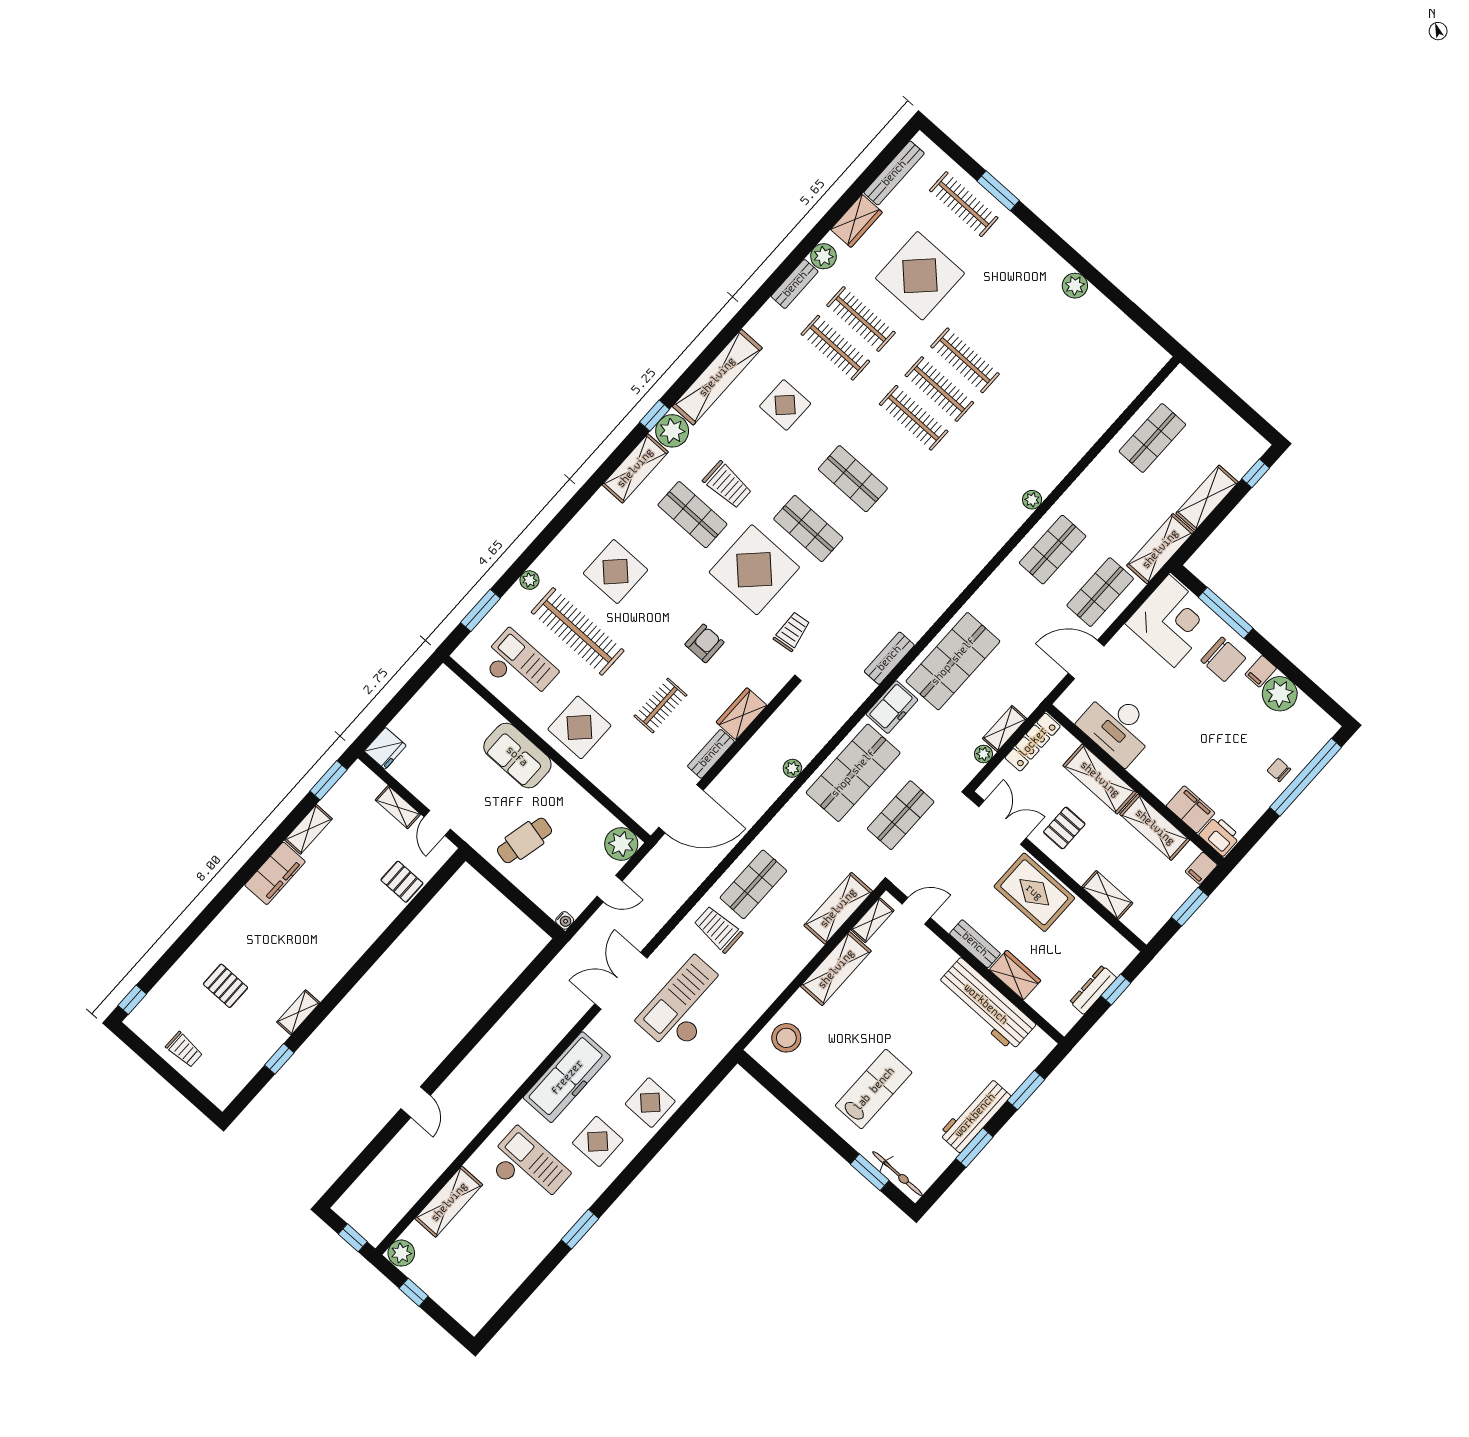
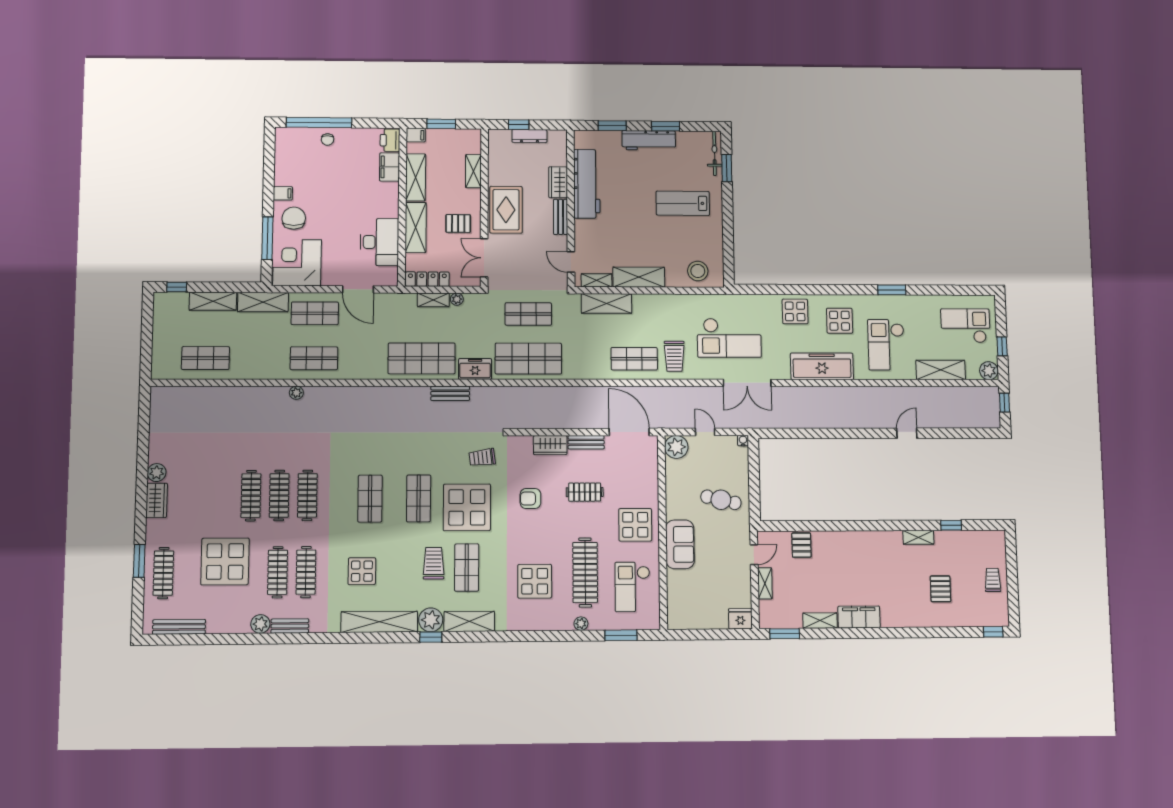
wardrobe: (857, 221) -> (157, 500), moved, turned 90
plant: (1280, 694) -> (286, 173), removed
plant: (792, 768) -> (555, 392), removed
checkout: (471, 1273) -> (965, 326), added

